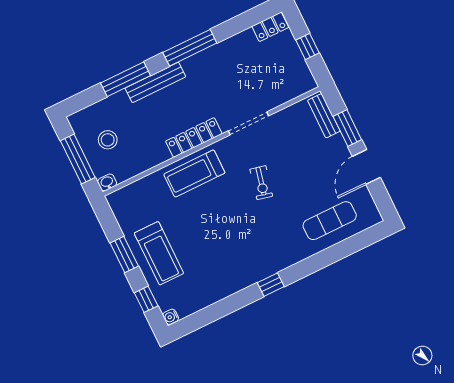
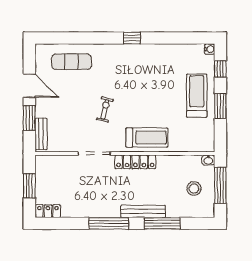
window: (308, 47) -> (29, 186), width x1.50
door: (366, 167) -> (29, 86), hinge flipped

